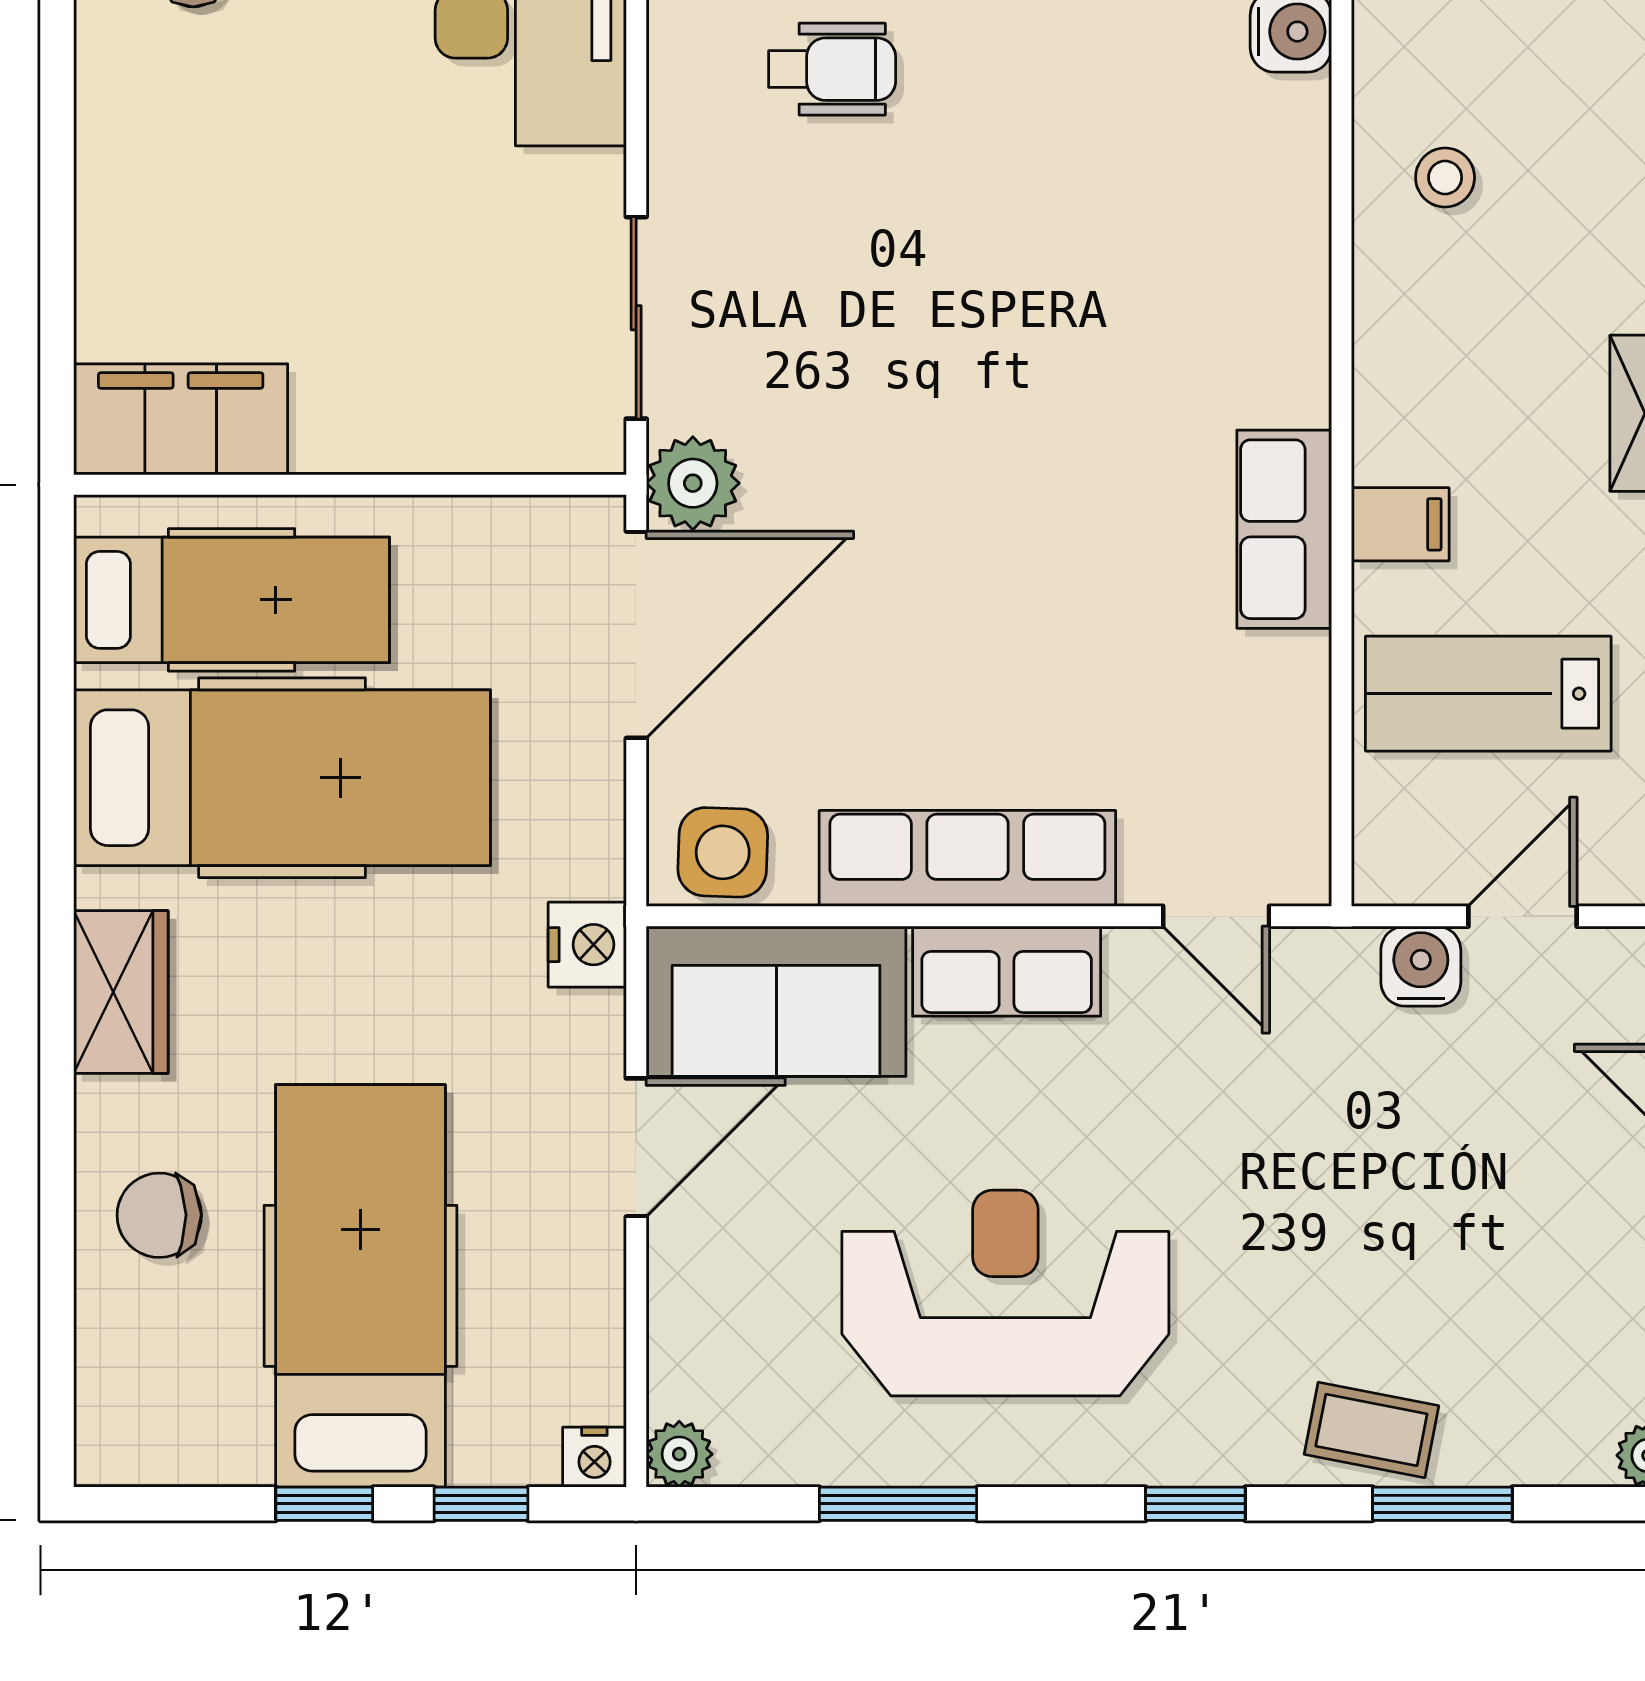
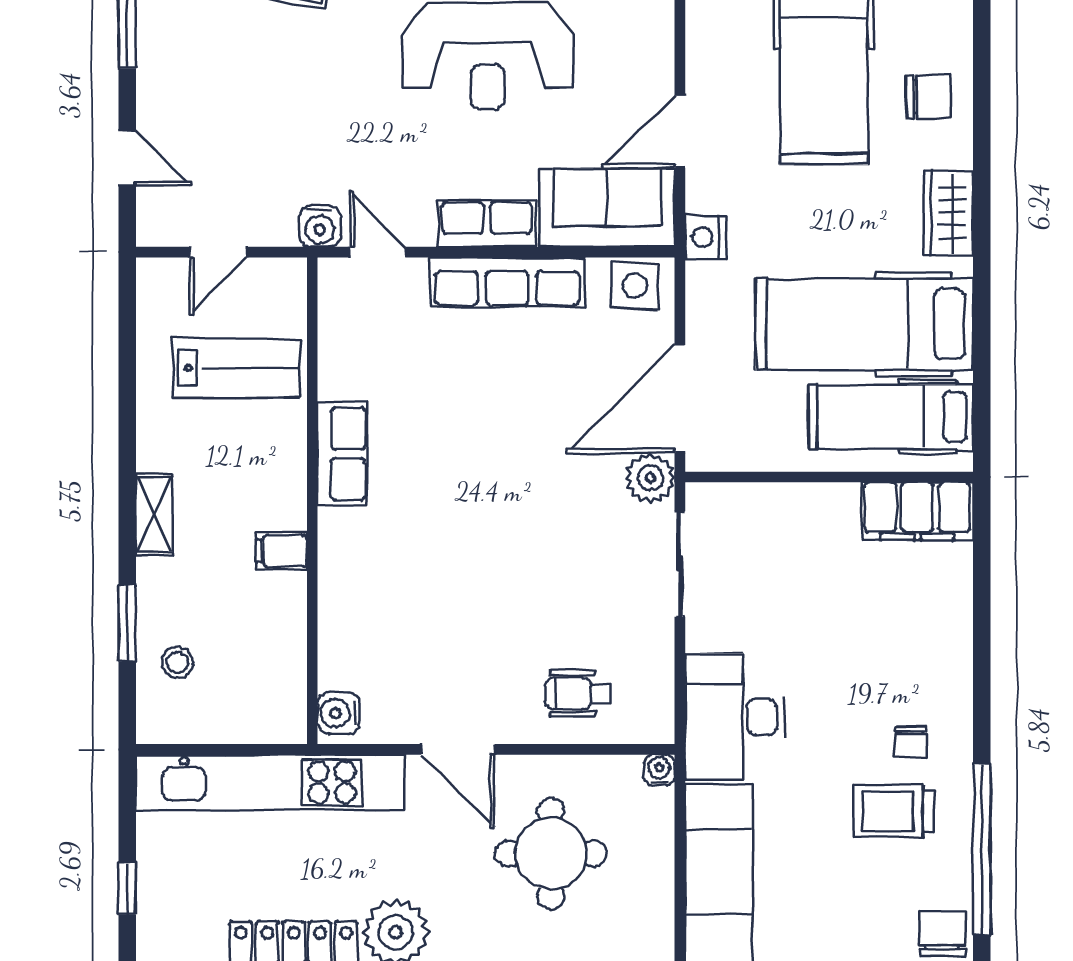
stool: (1445, 177) -> (177, 662), moved
filing cabinet: (1400, 524) -> (282, 551), moved
water cooler: (1421, 966) -> (320, 226), moved

